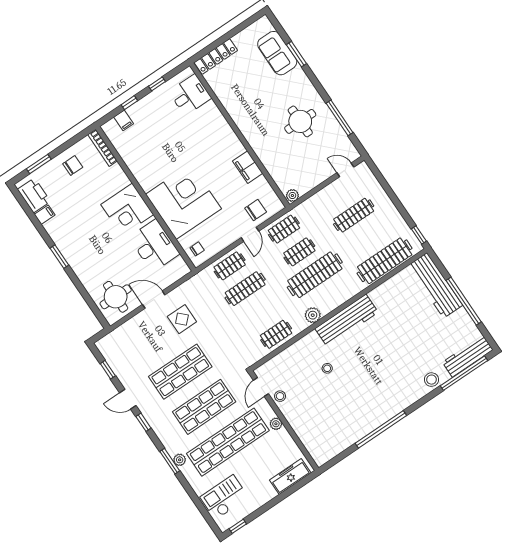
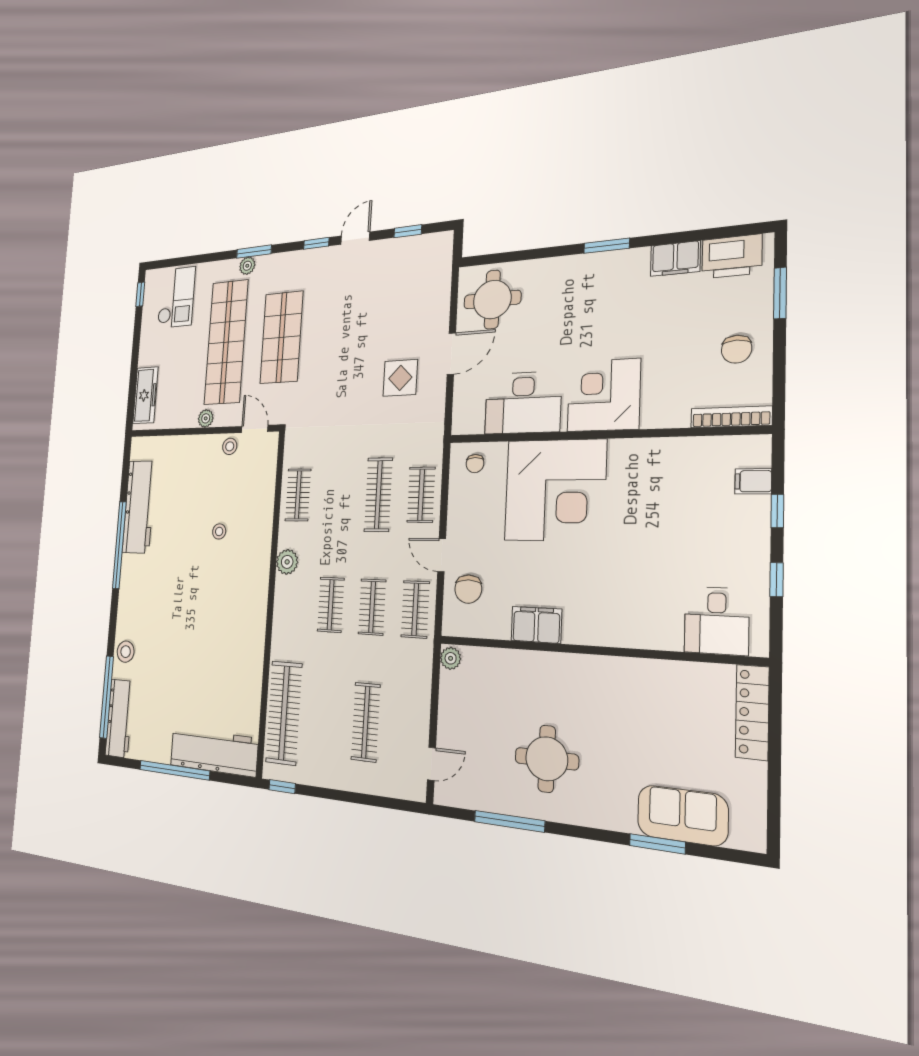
filing cabinet: (45, 215) -> (675, 259), width x2.00
clothes rail: (315, 275) -> (331, 605), width x0.54, depth x0.76
workbench: (347, 320) -> (139, 507), moved, turned 180
shop shelf: (180, 372) -> (340, 332), removed

